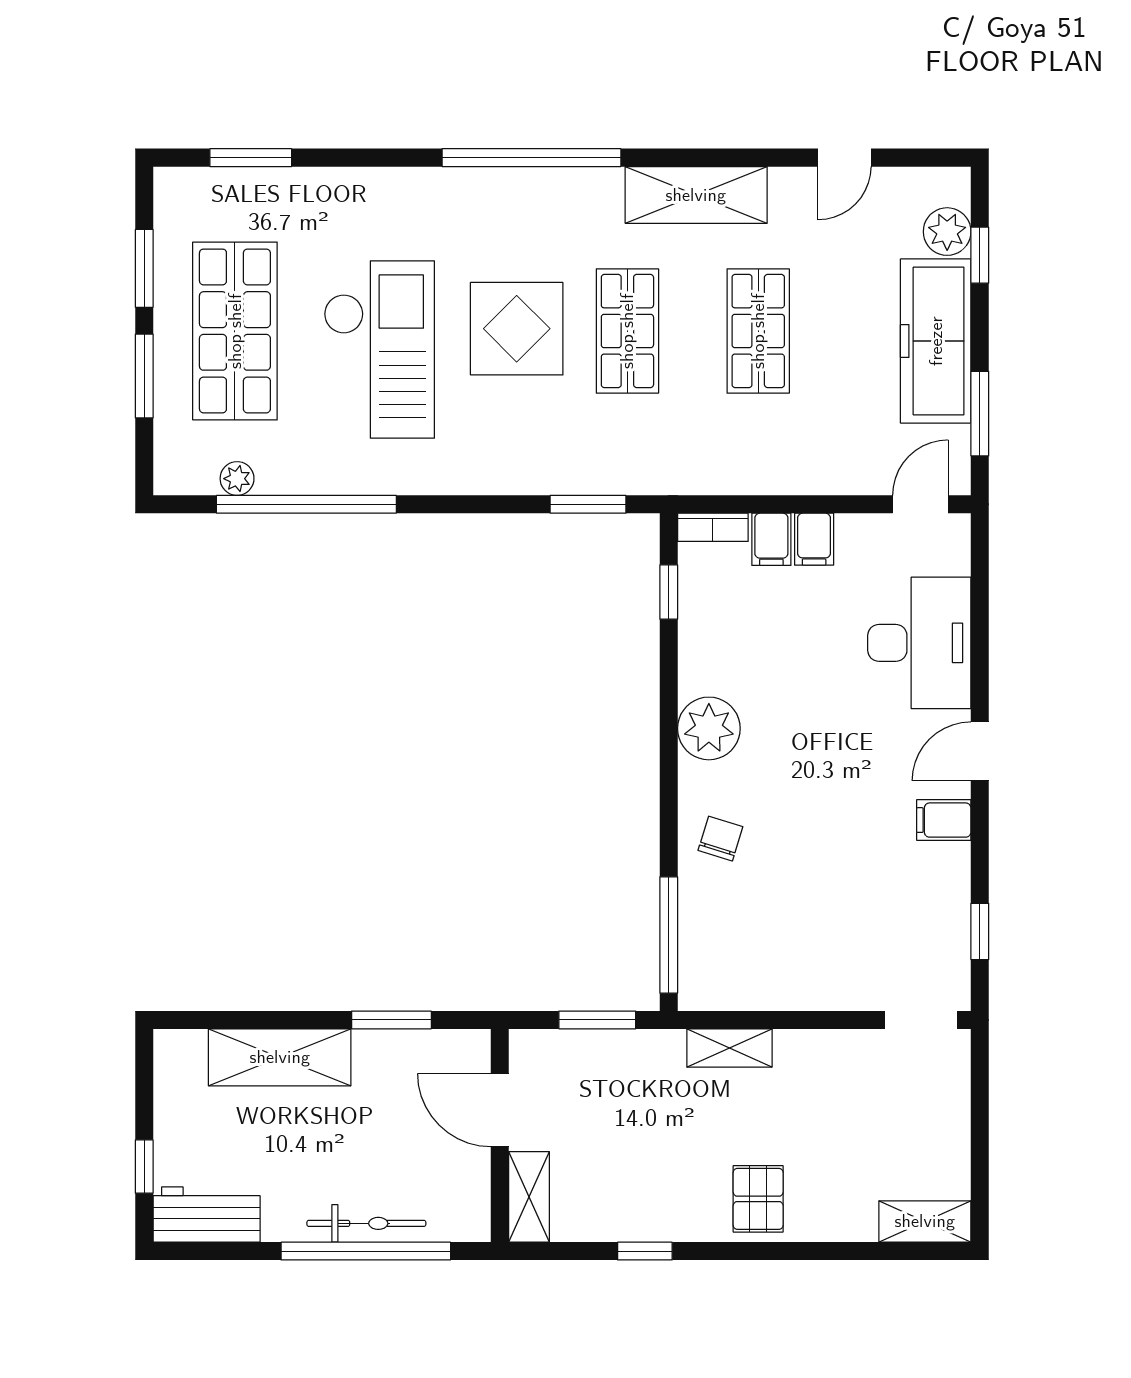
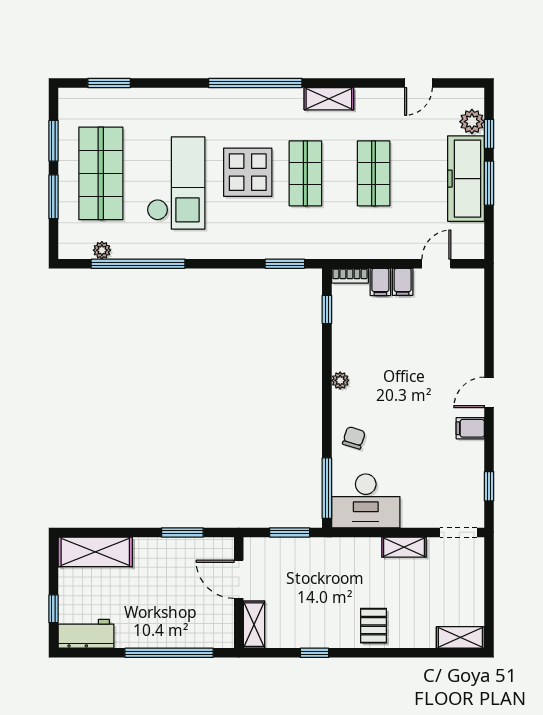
shelving: (696, 195) -> (329, 99), width x0.67, depth x0.75
window: (980, 414) -> (489, 183), moved
door: (920, 504) -> (436, 264), moved
desk: (919, 643) -> (366, 501), moved, turned 90
plant: (709, 728) -> (340, 380), width x0.53, depth x0.53
shelving: (729, 1048) -> (404, 547), moved
shelving: (280, 1057) -> (95, 552), moved
bicycle: (366, 1223) -> (169, 638), removed

